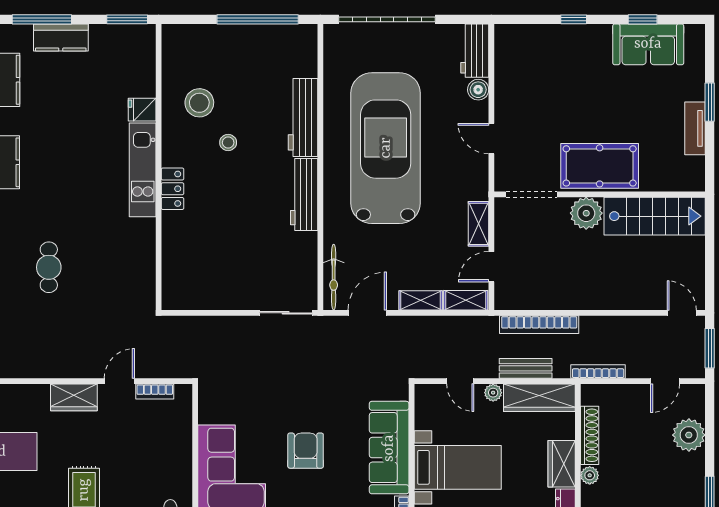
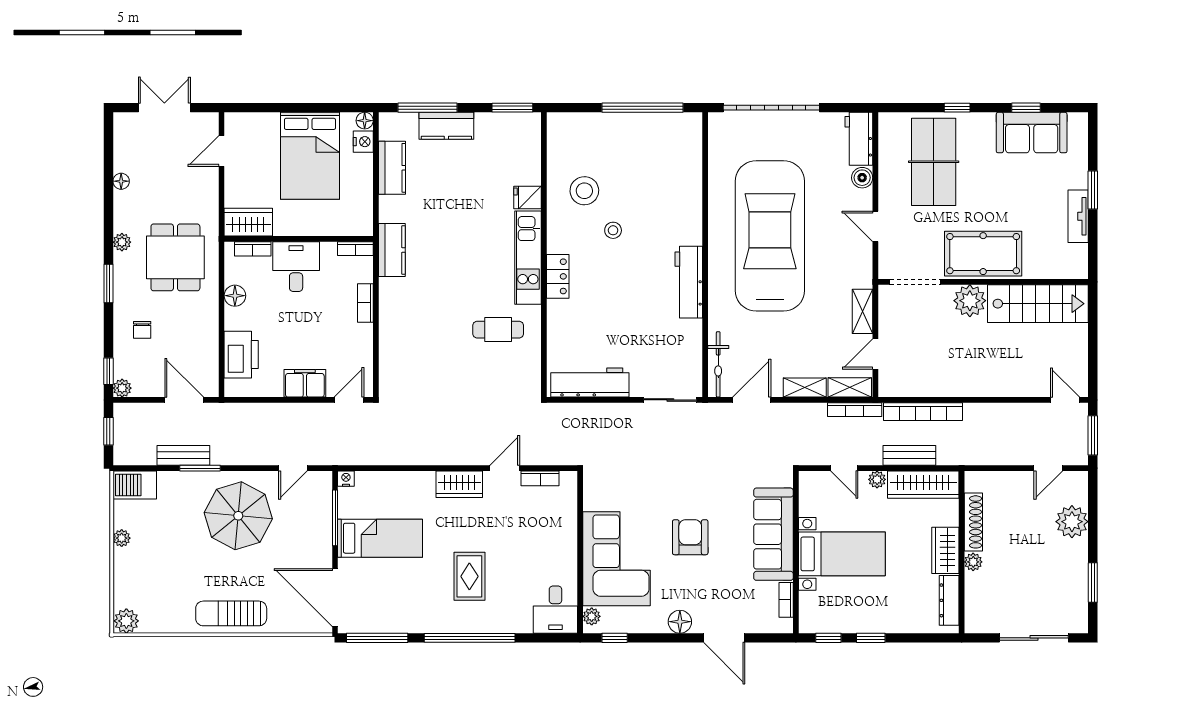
table tennis table: (550, 74) -> (934, 162), added
workbench: (303, 117) -> (590, 383), moved, turned 90
cafe table: (49, 267) -> (498, 330), moved, turned 90
bookcase: (598, 371) -> (855, 410), moved, turned 180

